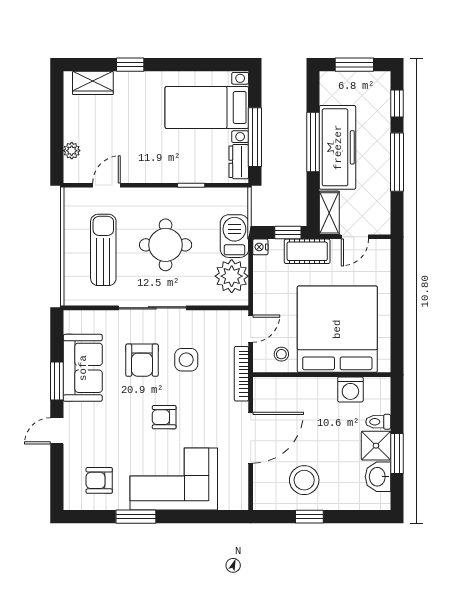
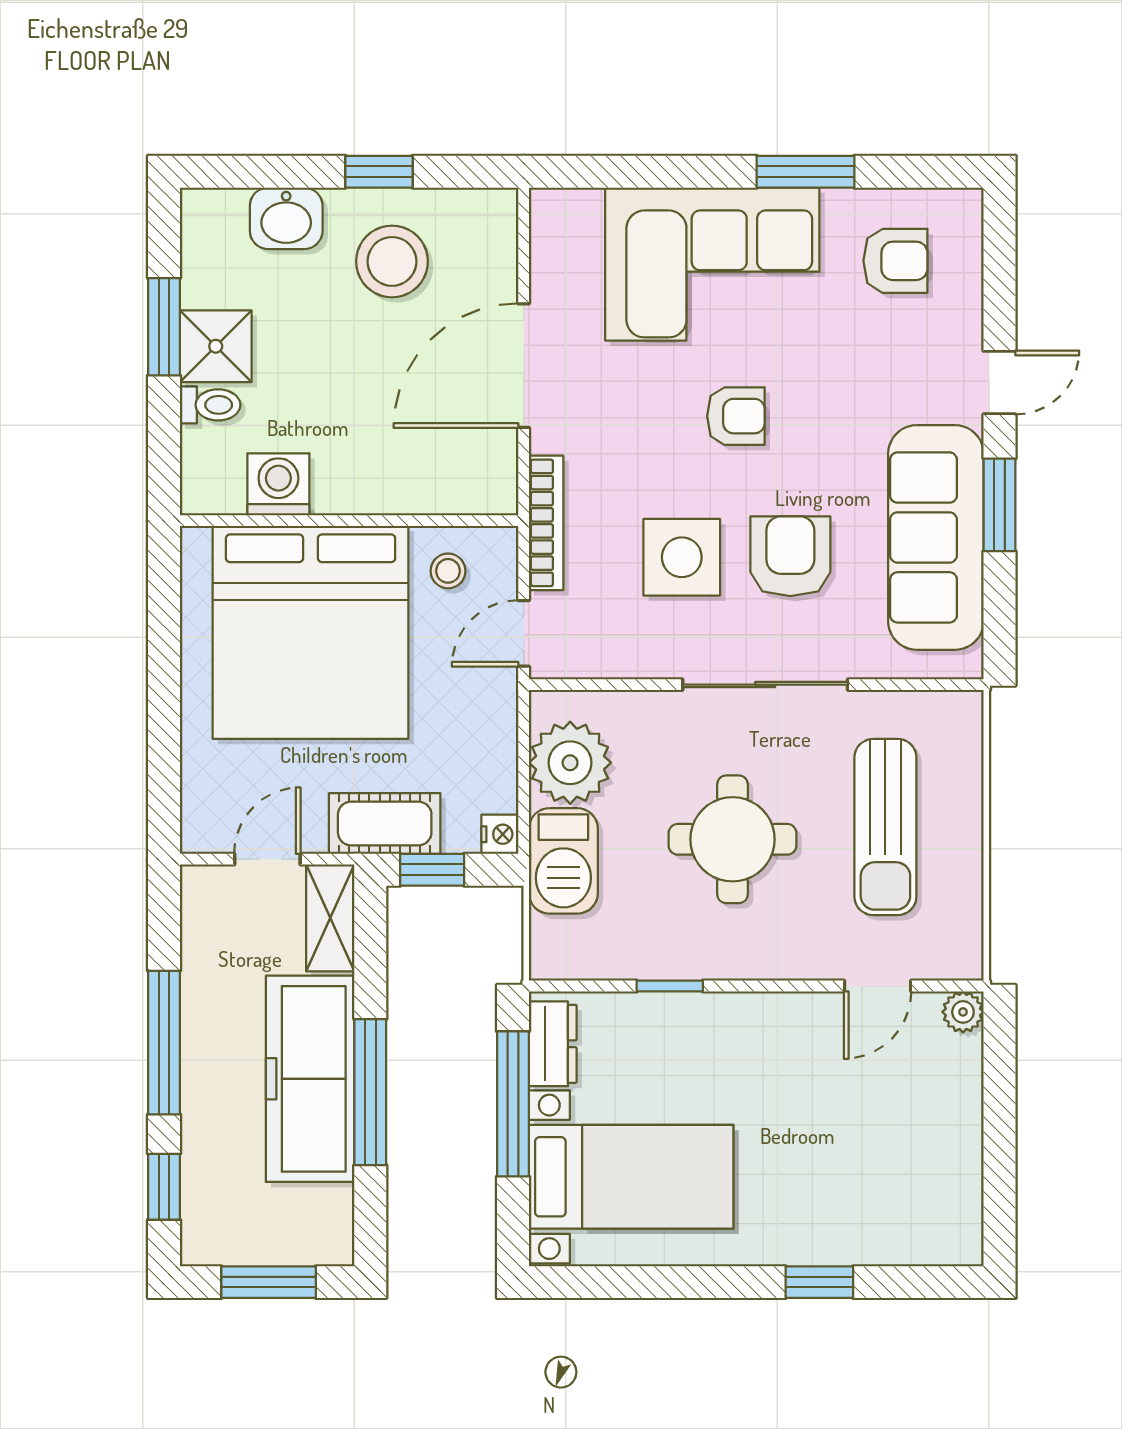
wardrobe: (93, 83) -> (911, 1237), removed
plant: (72, 151) -> (963, 1012), moved
side table: (186, 360) -> (682, 557), width x1.37, depth x1.37
sofa: (83, 368) -> (936, 537), width x1.36
washbasin: (378, 477) -> (286, 218), moved, turned 90

